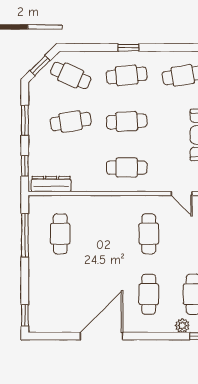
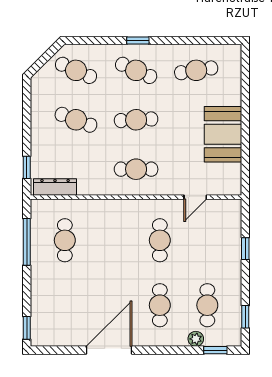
window: (40, 66) -> (43, 60), removed
cafe table: (127, 75) -> (136, 70), turned 30
window: (25, 120) -> (27, 119), removed
cafe table: (71, 121) -> (76, 120), turned 30
door: (182, 194) -> (195, 197), hinge flipped

